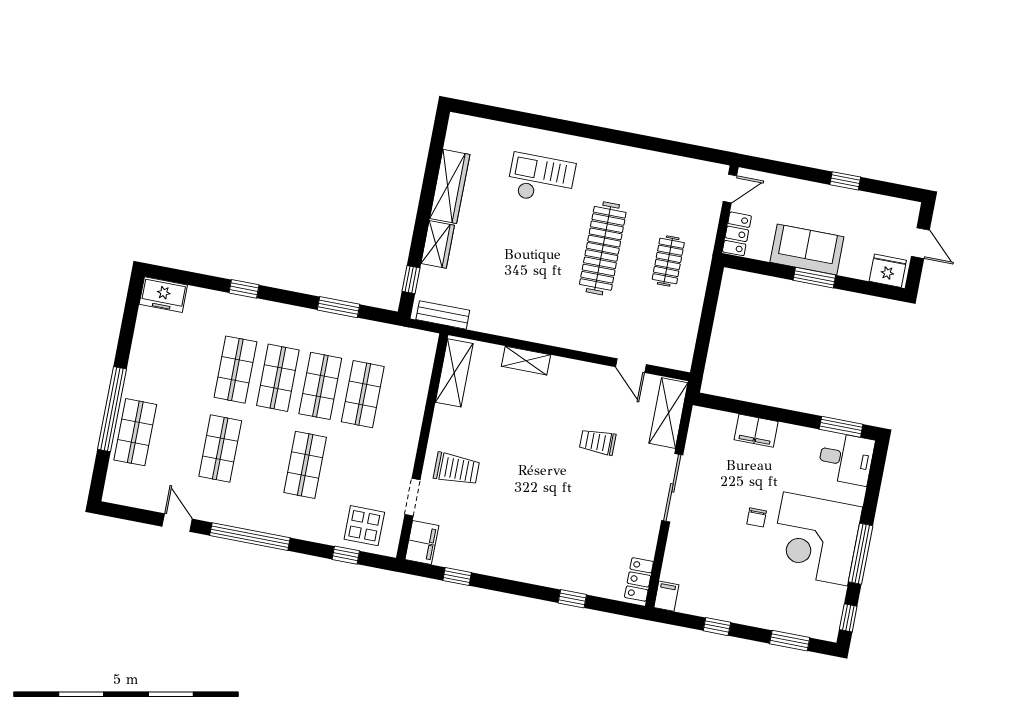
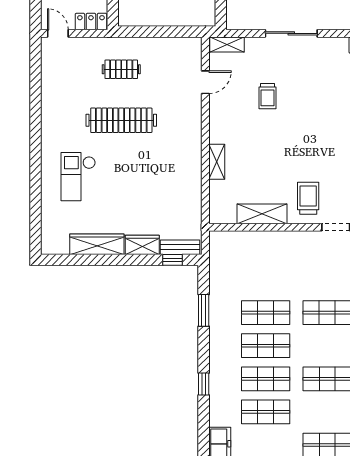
bench: (443, 315) -> (180, 247), moved, turned 90
shelving: (454, 373) -> (262, 214), moved
shop shelf: (363, 394) -> (266, 412), moved
shelving: (668, 413) -> (227, 44), width x0.67, depth x0.75

